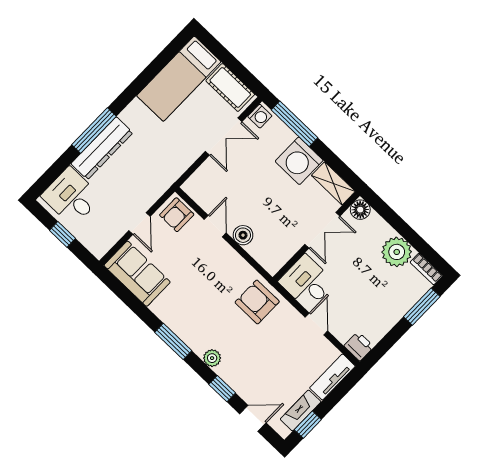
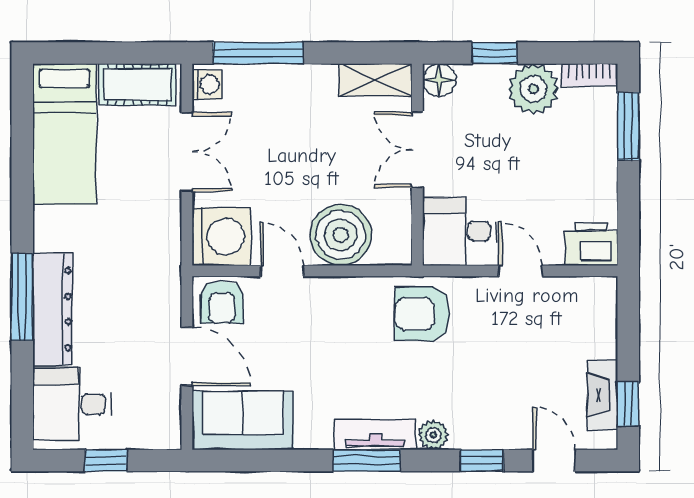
washing machine: (299, 161) -> (221, 237), moved, turned -90
window: (395, 221) -> (494, 53), added
door: (140, 224) -> (187, 357), width x1.38
double door: (322, 230) -> (417, 150), swing flipped
boiler: (243, 235) -> (341, 235), width x1.86, depth x1.86
printer: (359, 346) -> (591, 244), width x1.36, depth x1.24
tv unit: (332, 377) -> (375, 434), moved, turned 90
door: (253, 418) -> (554, 460), hinge flipped

